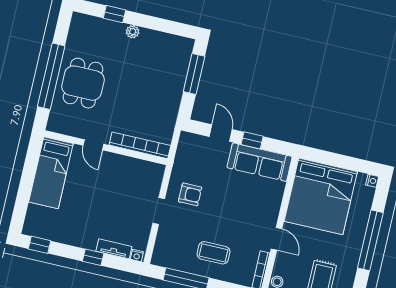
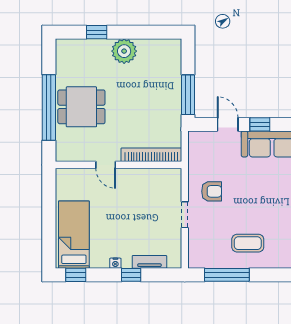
plant: (133, 32) -> (124, 51), width x1.88, depth x1.88
window: (194, 74) -> (188, 95), moved
dining table: (83, 83) -> (81, 107), turned 90
bed: (51, 173) -> (74, 235), moved, turned 180
nightstand: (137, 255) -> (115, 263), moved

